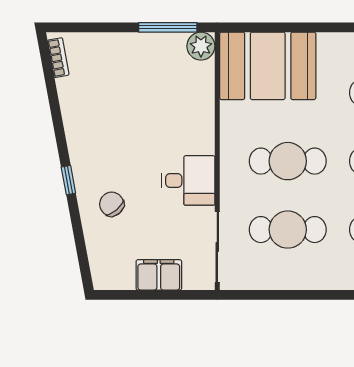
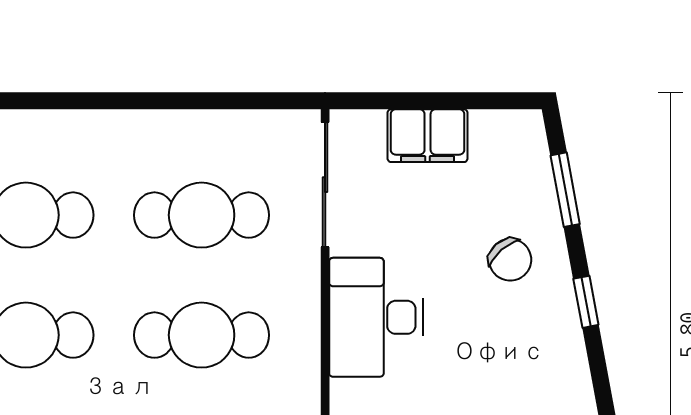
desk: (188, 180) -> (376, 317), width x1.37
window: (80, 244) -> (565, 190), added

